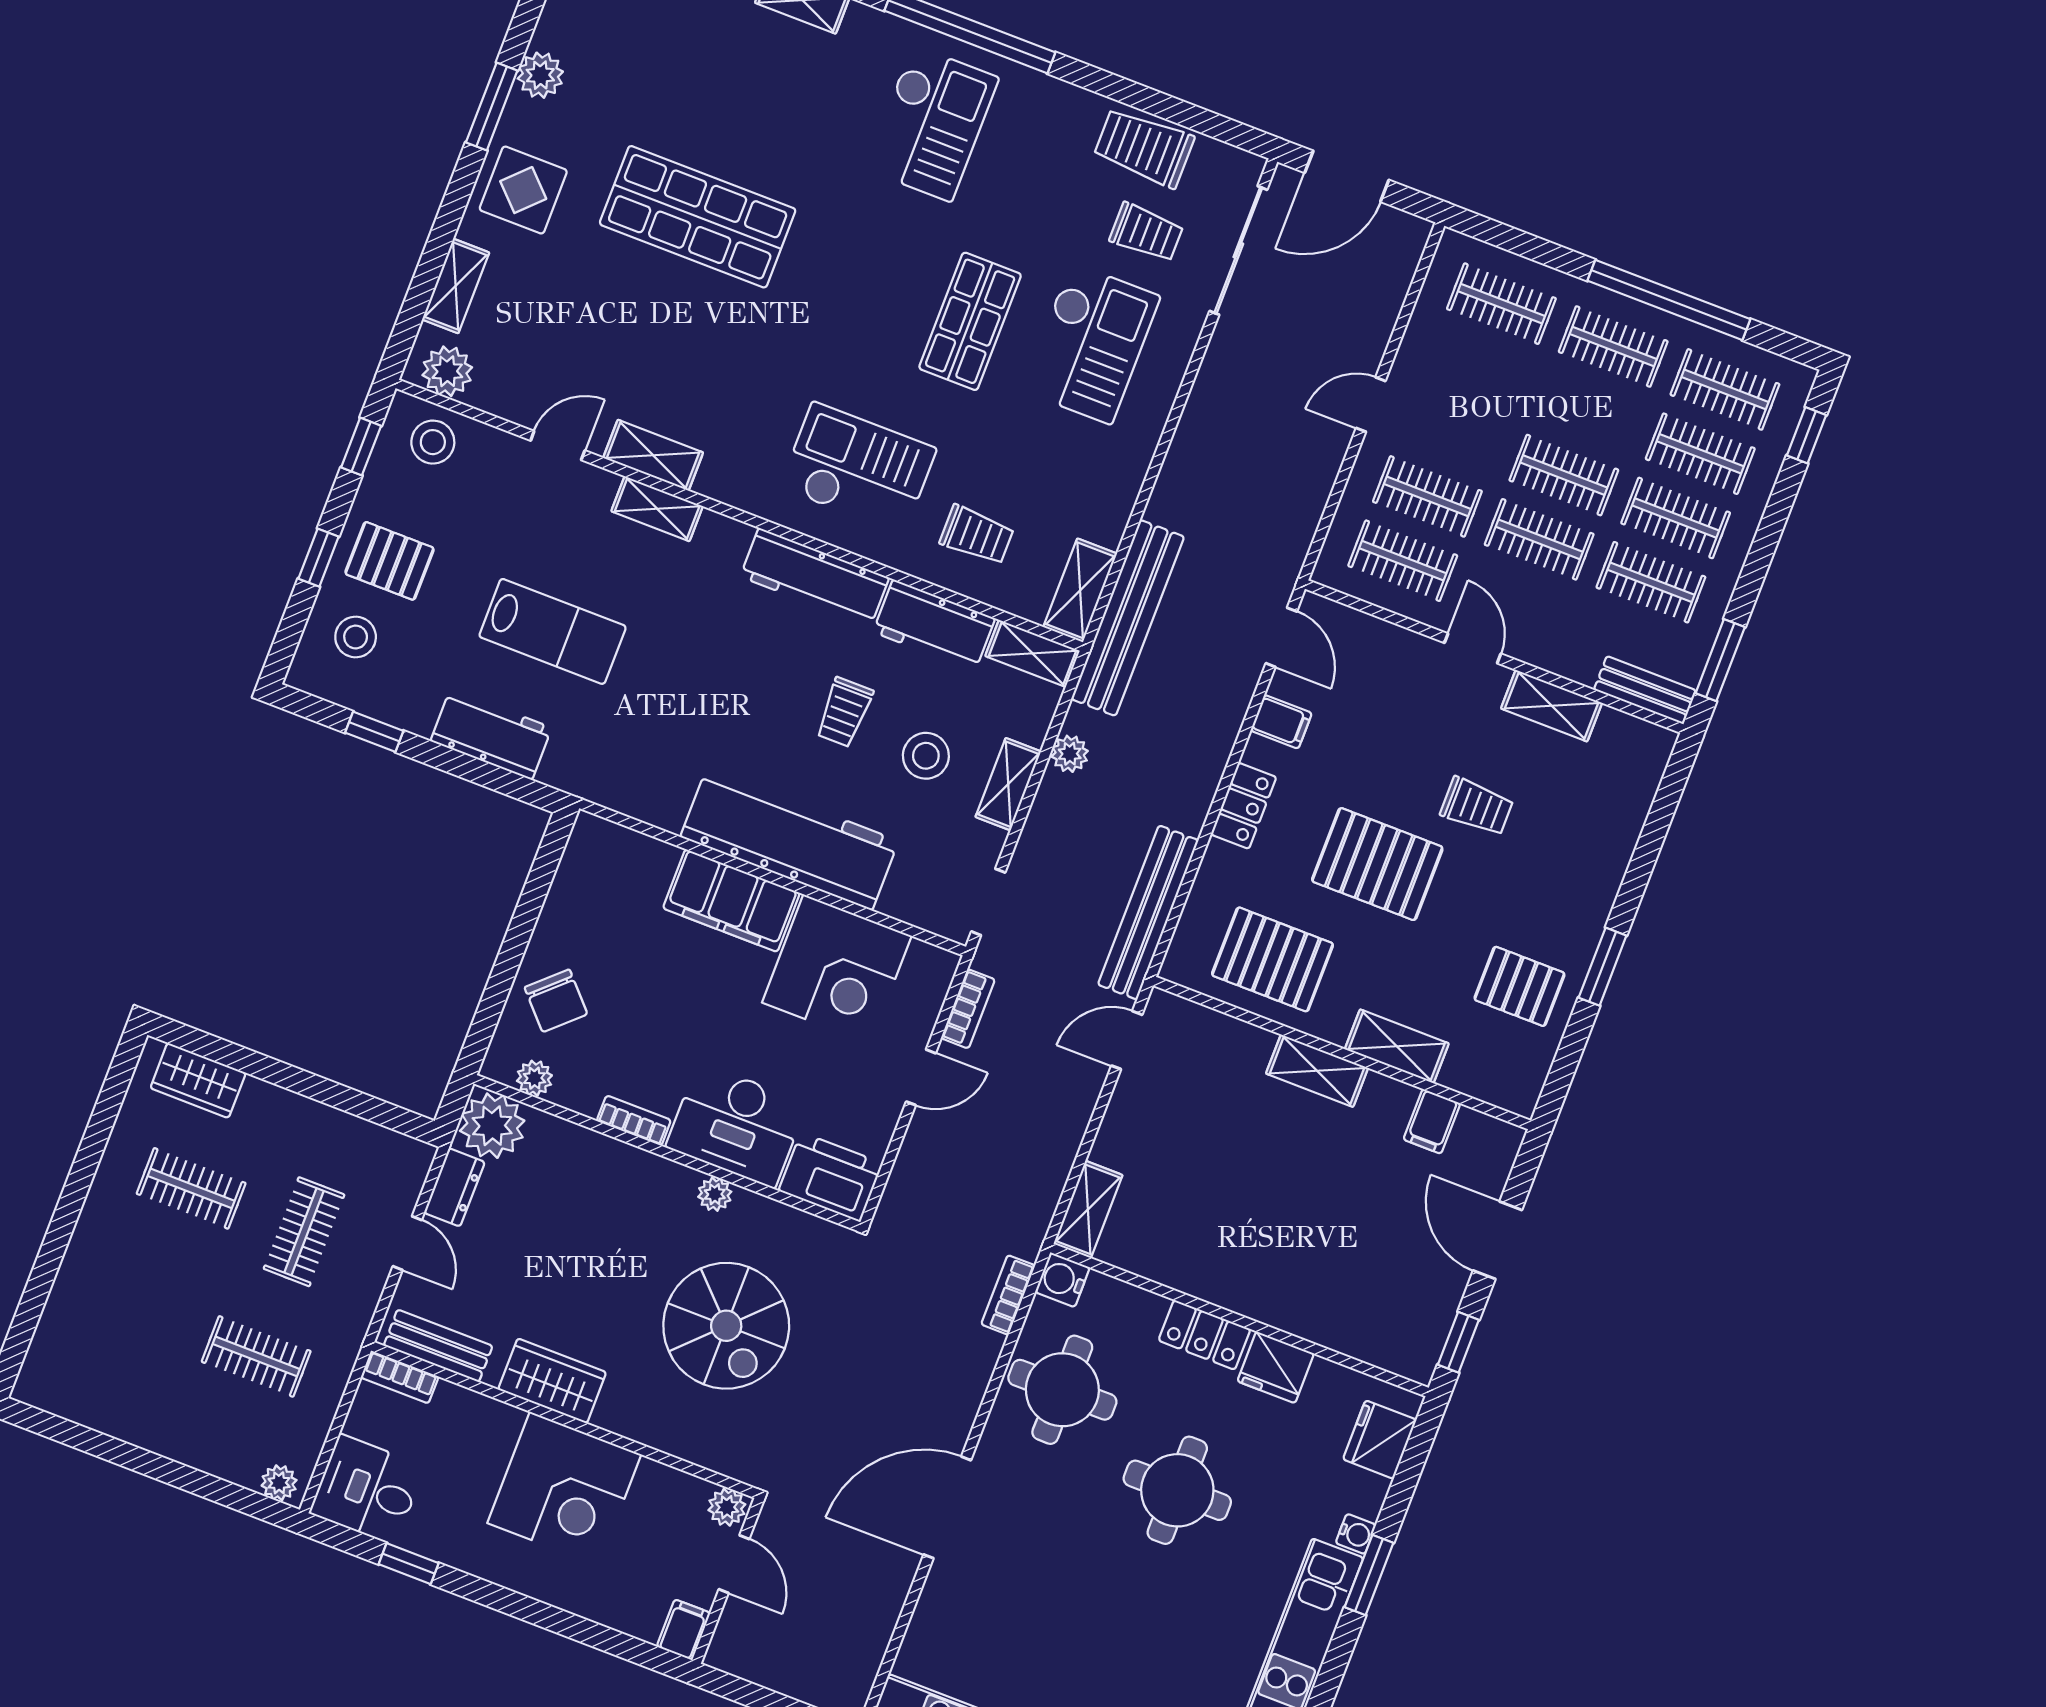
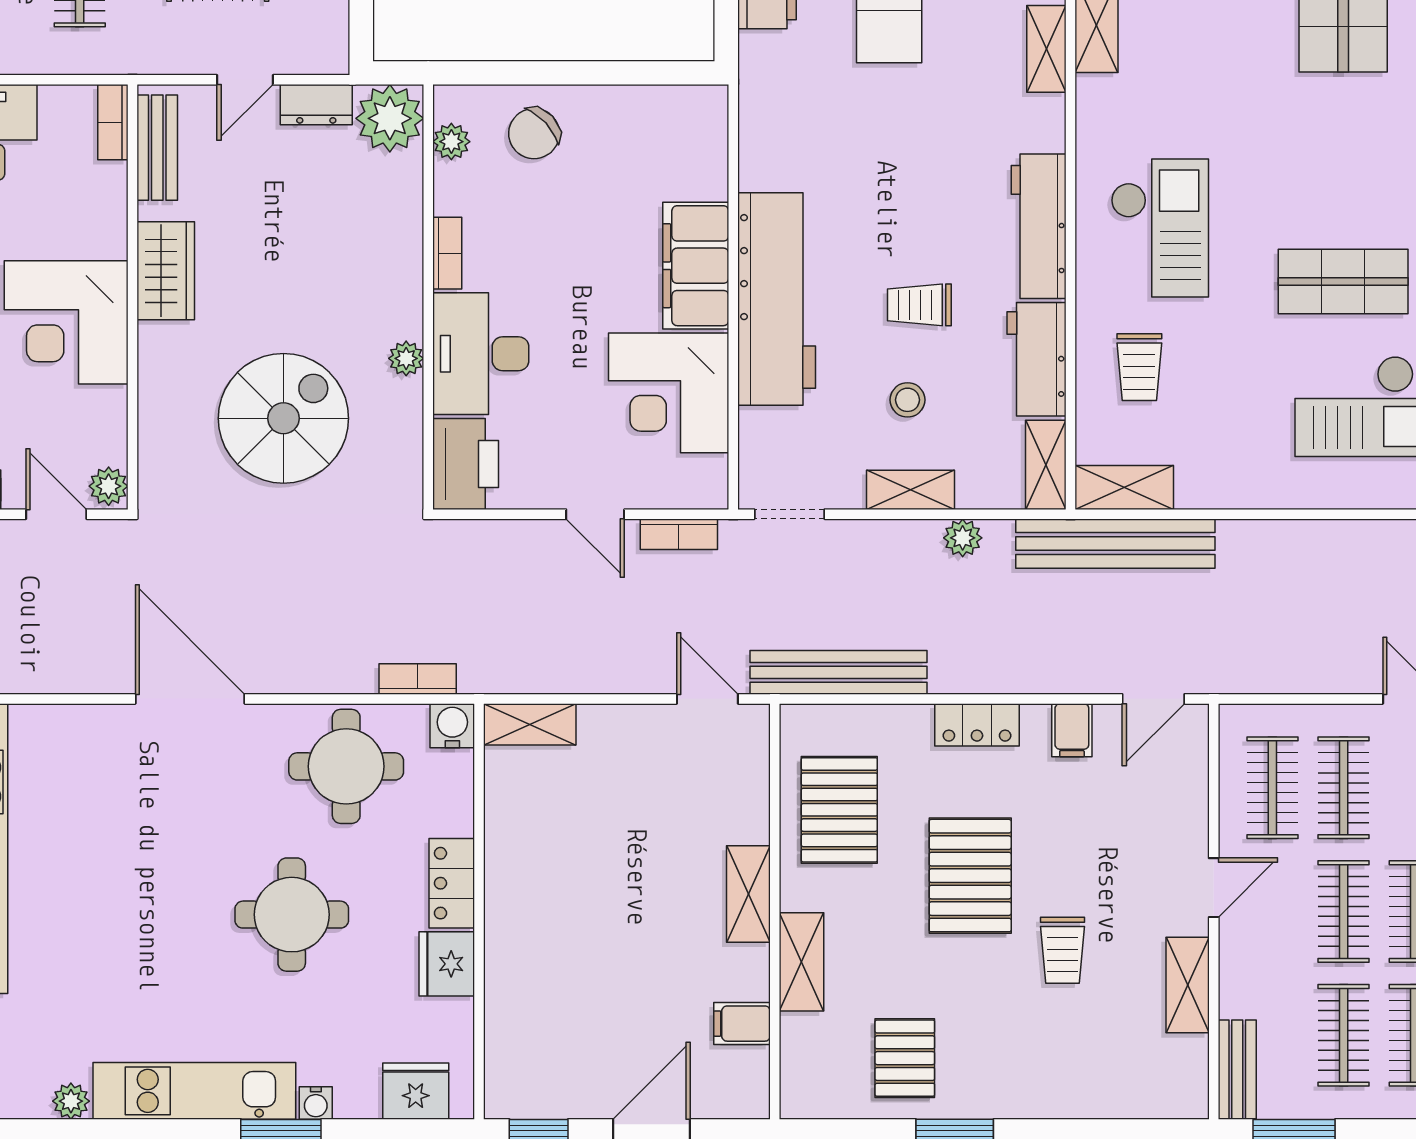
stool: (926, 756) -> (907, 400), width x0.73, depth x0.73
spiral stairs: (726, 1326) -> (283, 418), turned 180
door: (734, 1564) -> (56, 514), swing flipped

